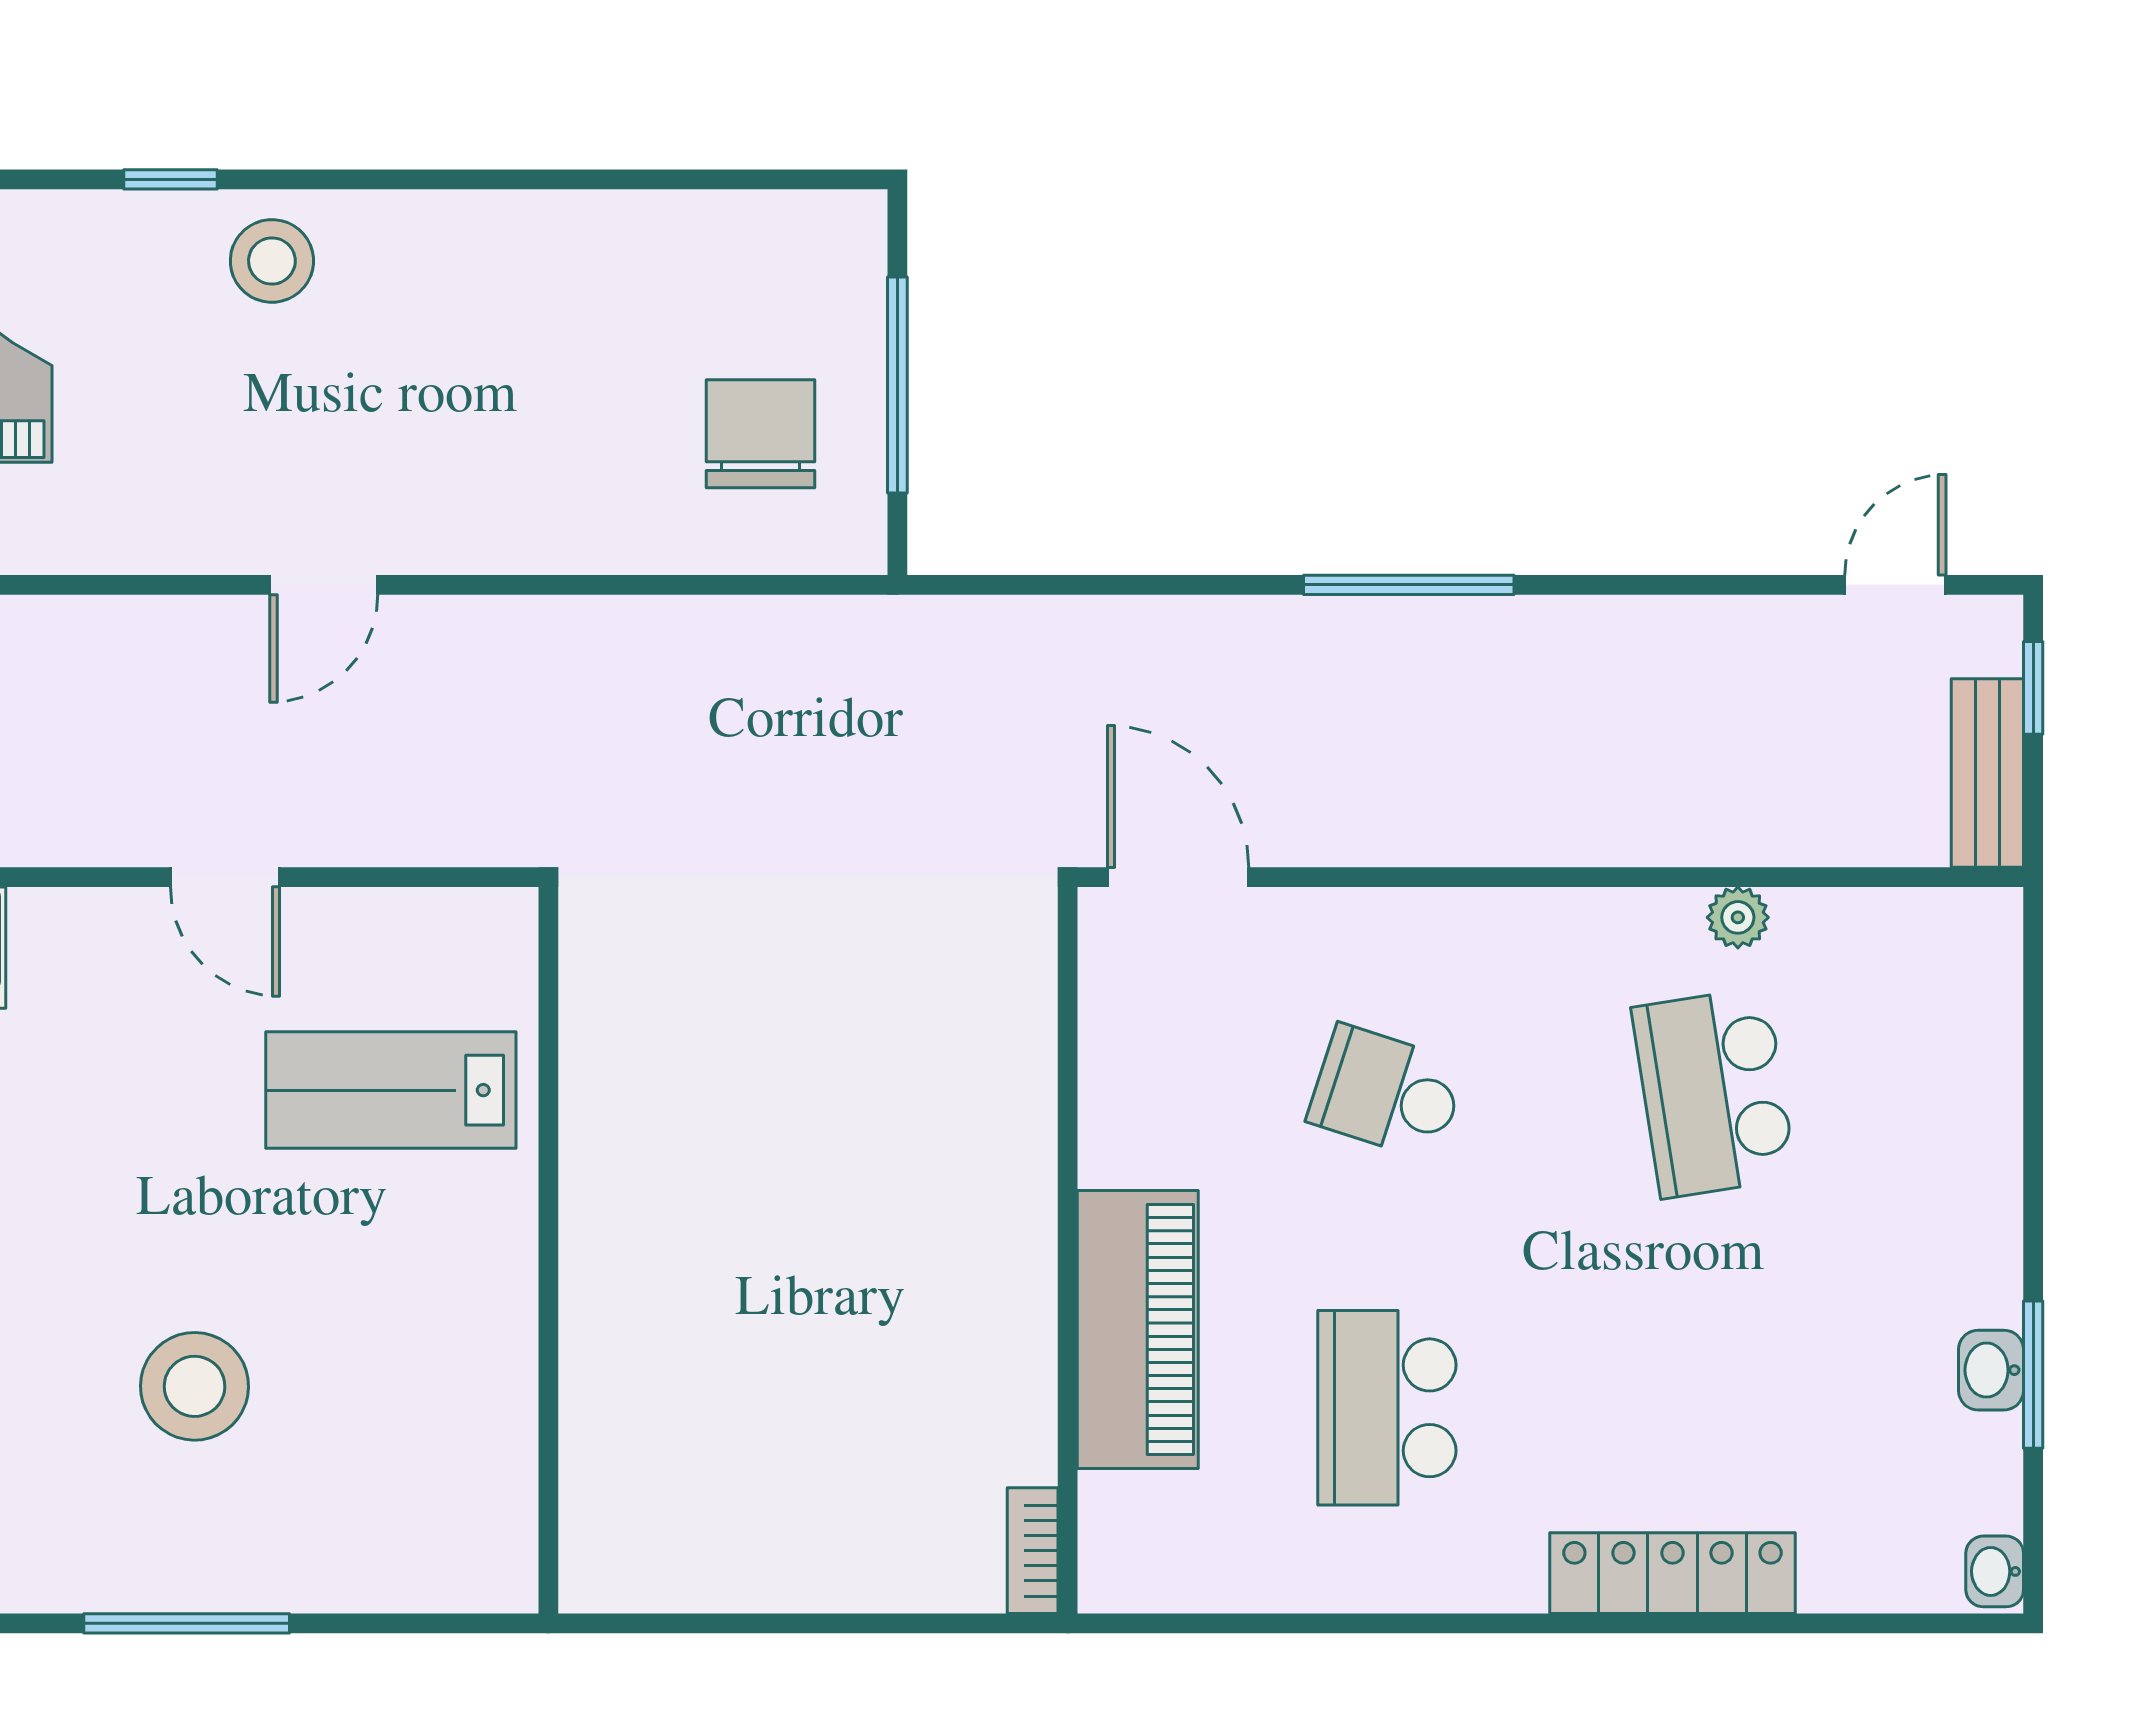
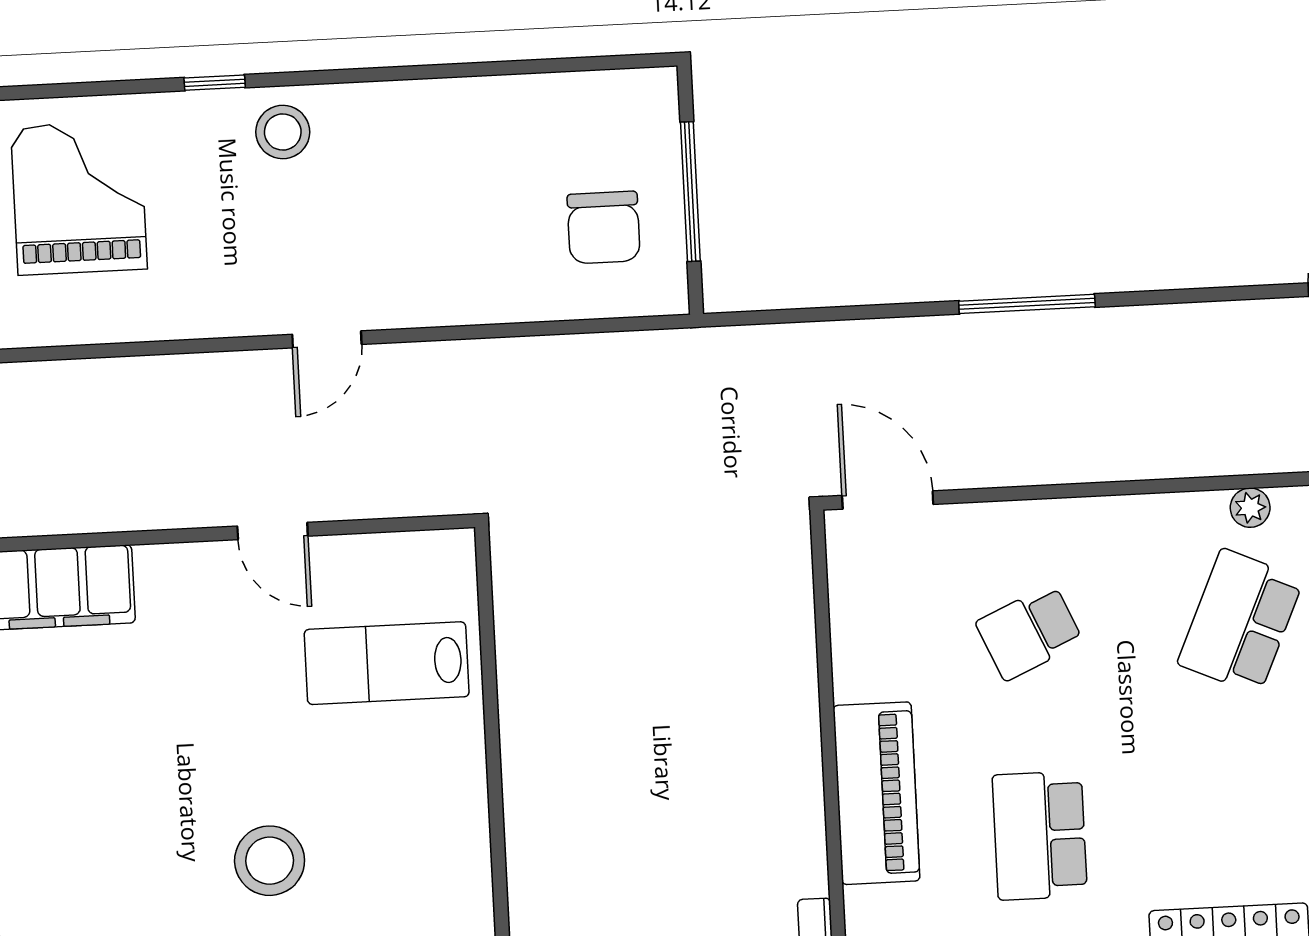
chair: (760, 434) -> (604, 227), turned 180
school desk: (1387, 1093) -> (1029, 632), turned -42
school desk: (1714, 1093) -> (1240, 622), turned 33

